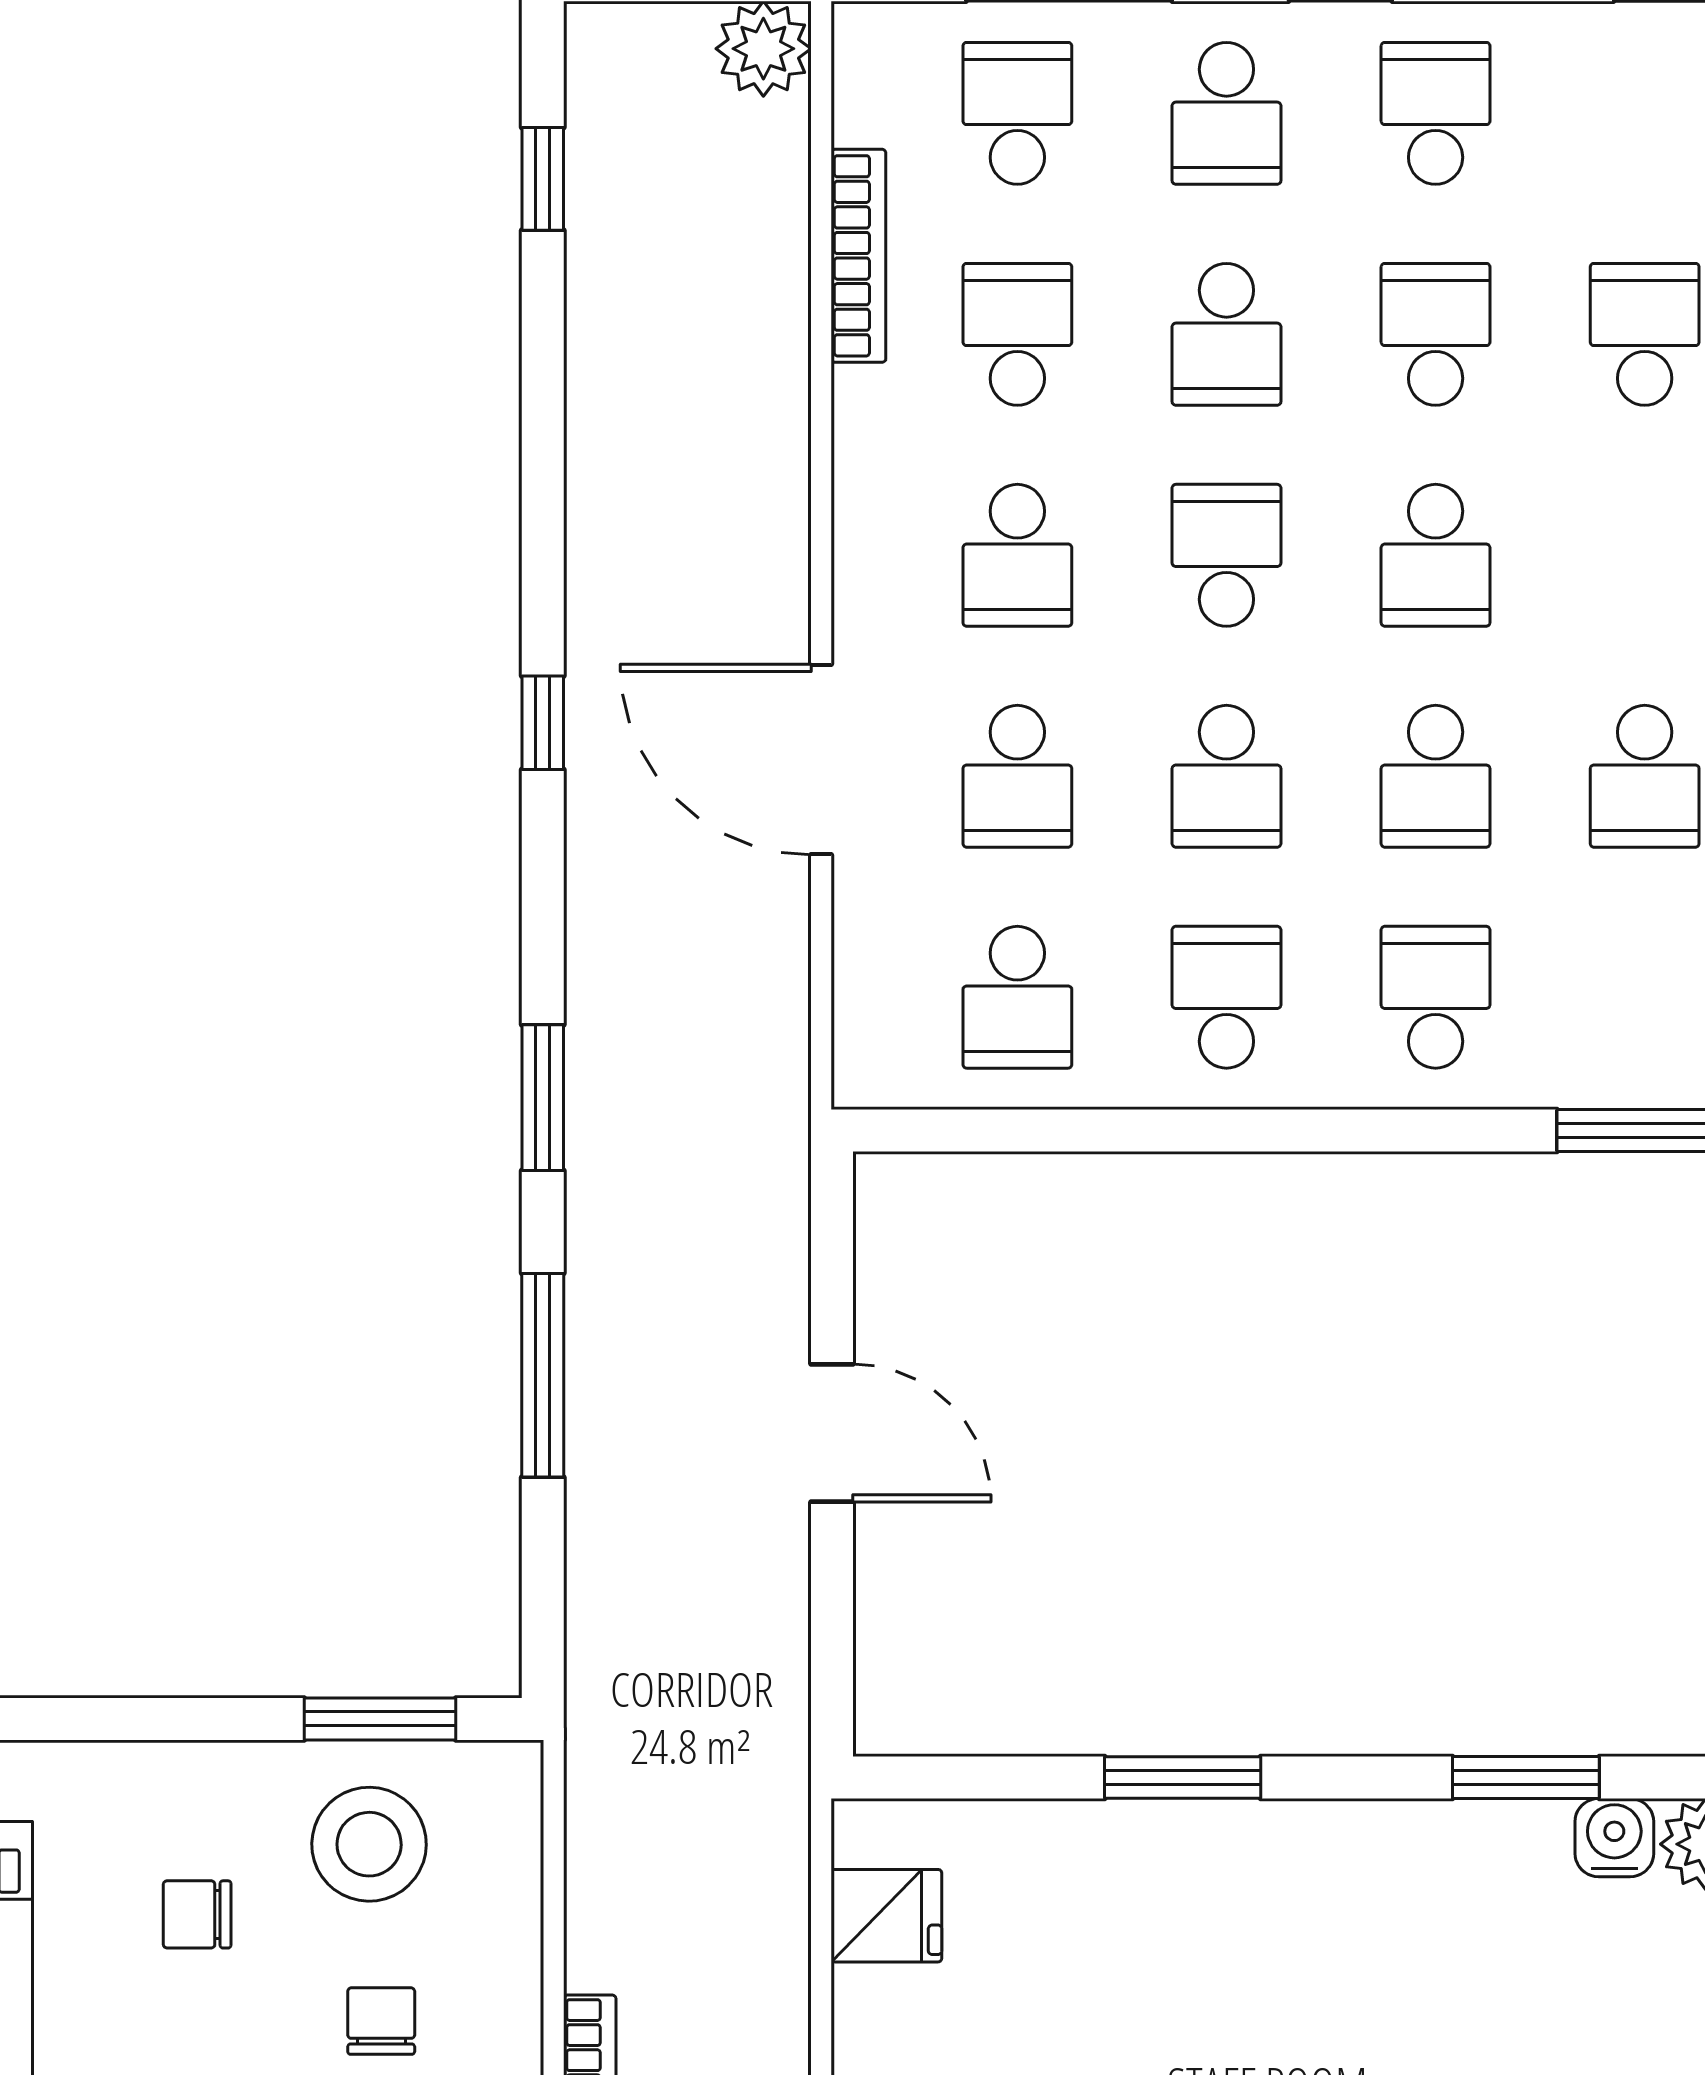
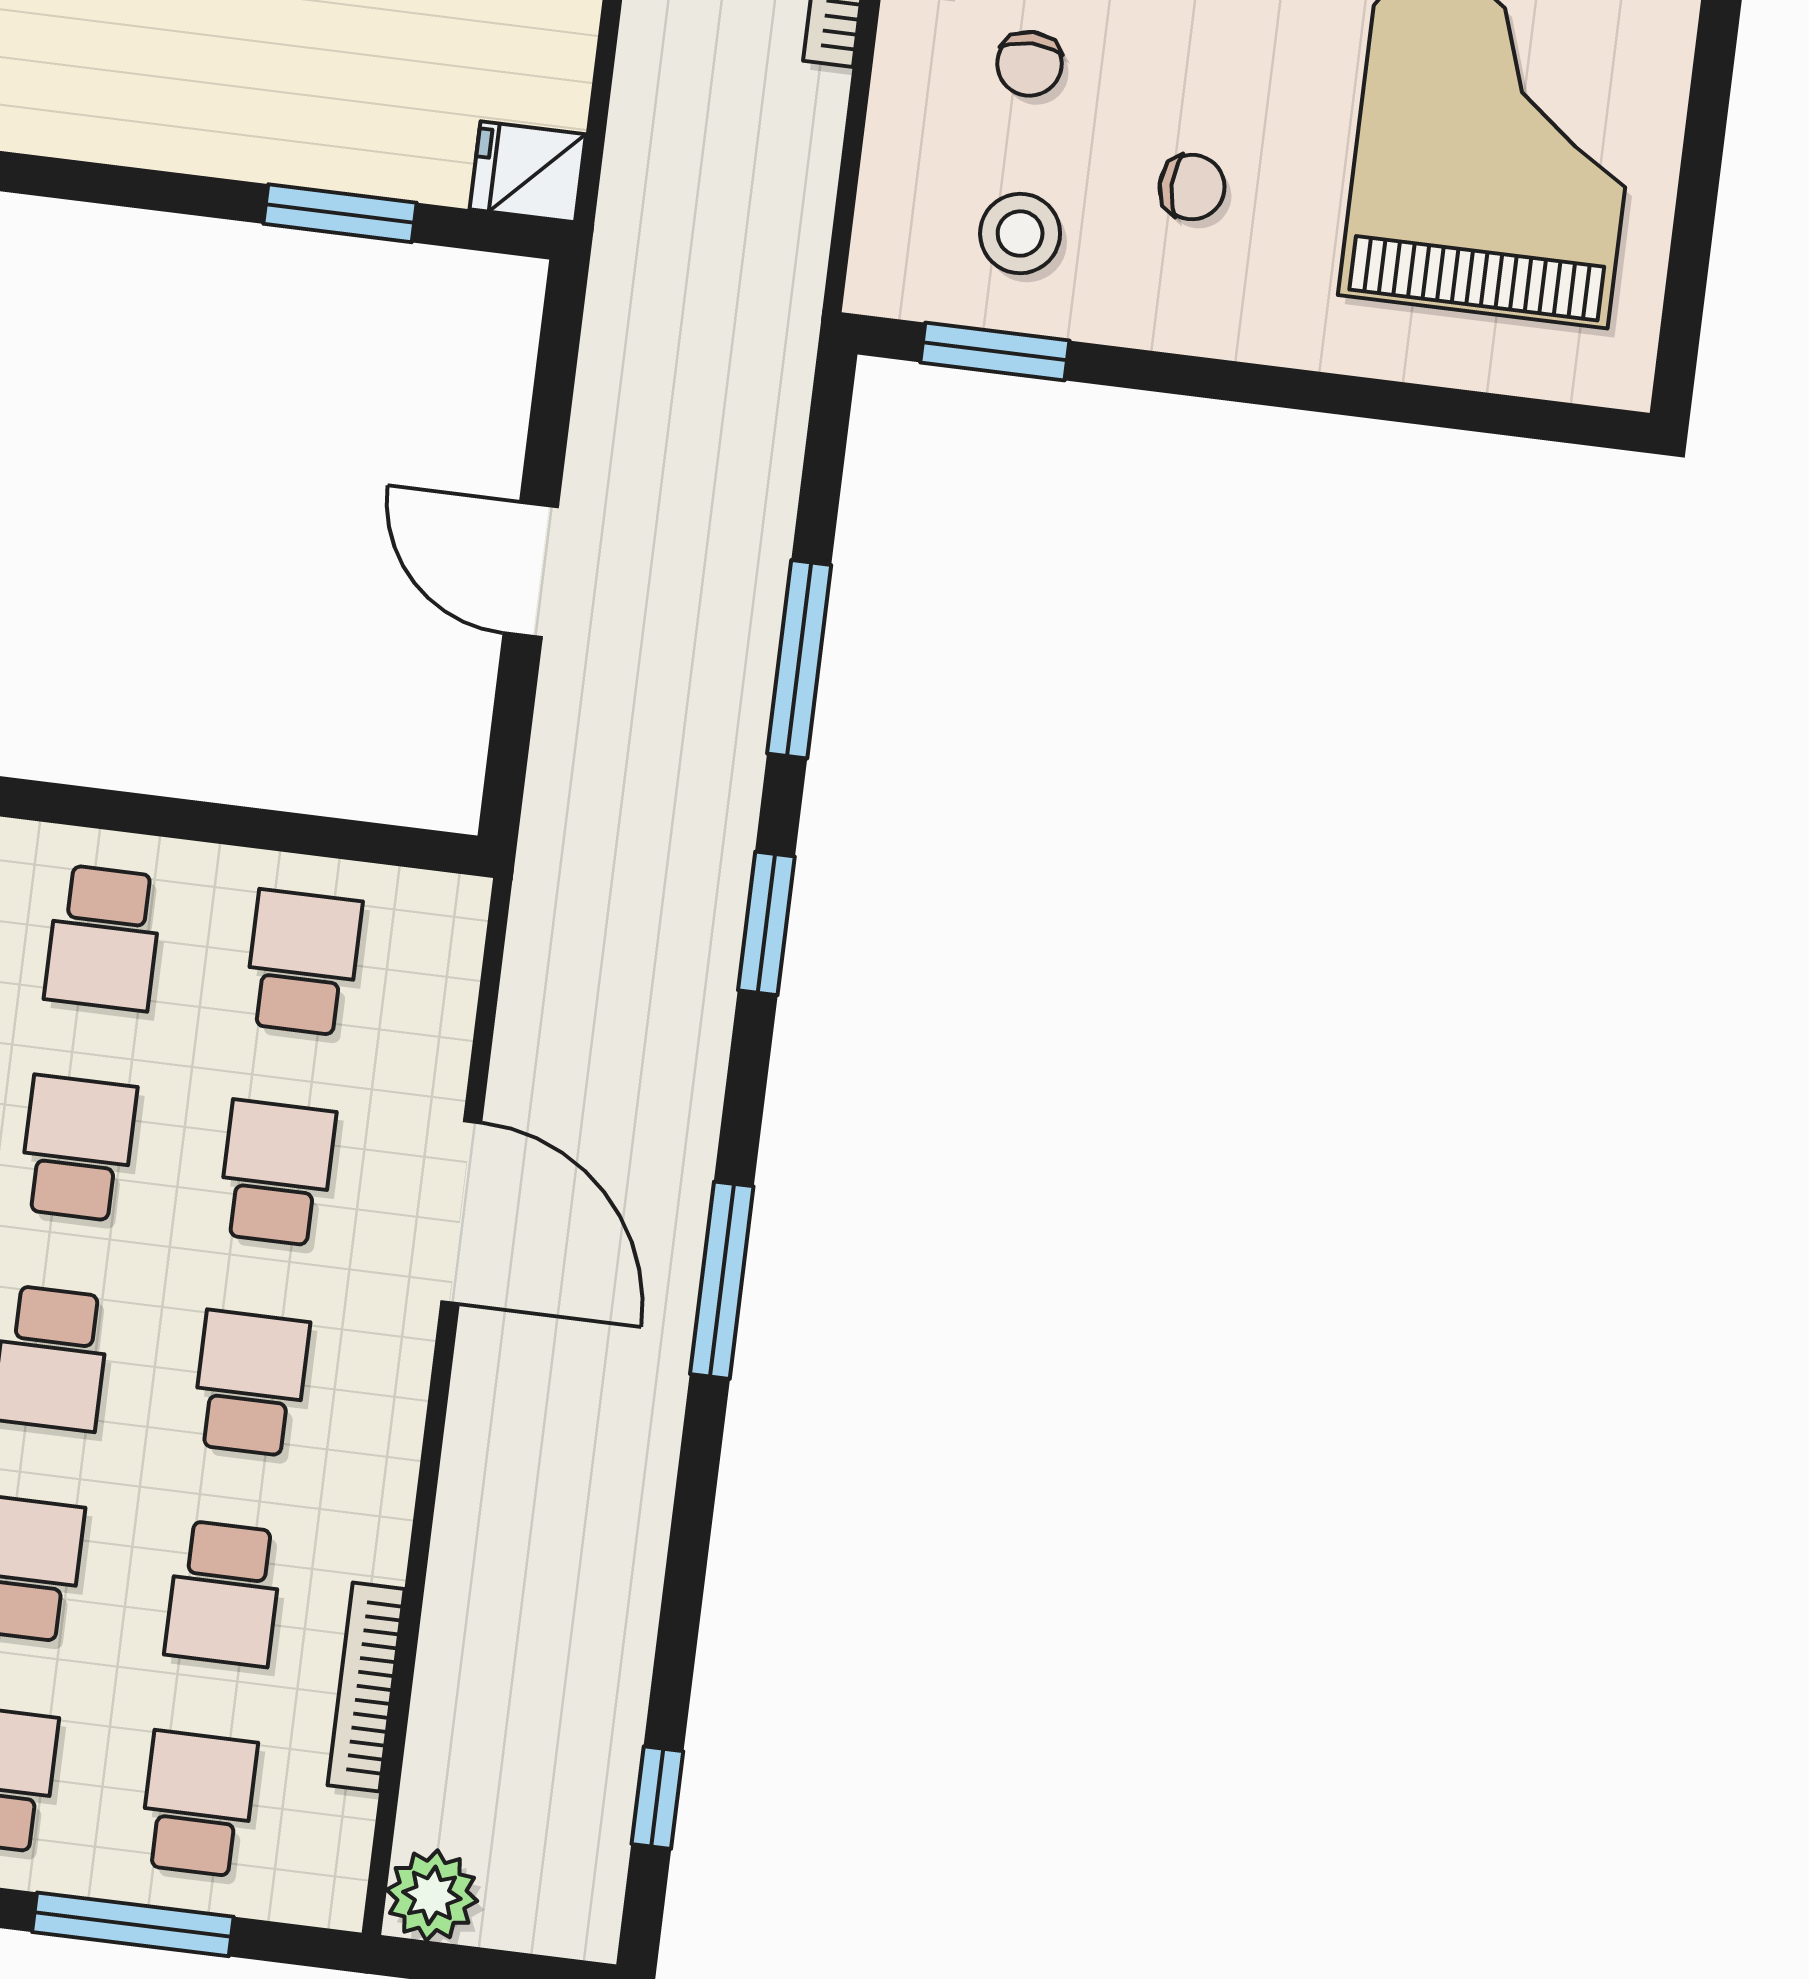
school desk: (1017, 113) -> (198, 1804), turned 180
window: (543, 723) -> (722, 1280), width x2.17
window: (1183, 1777) -> (340, 213), moved
stool: (369, 1844) -> (1020, 234), width x0.73, depth x0.73
fridge: (886, 1916) -> (528, 172), moved

